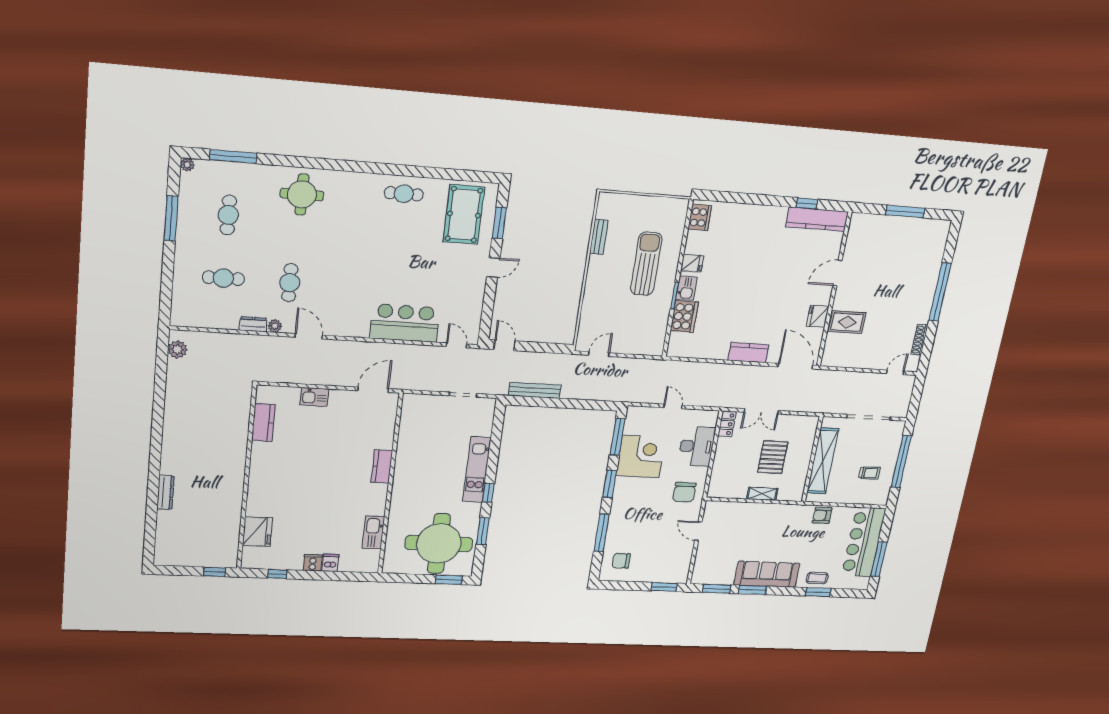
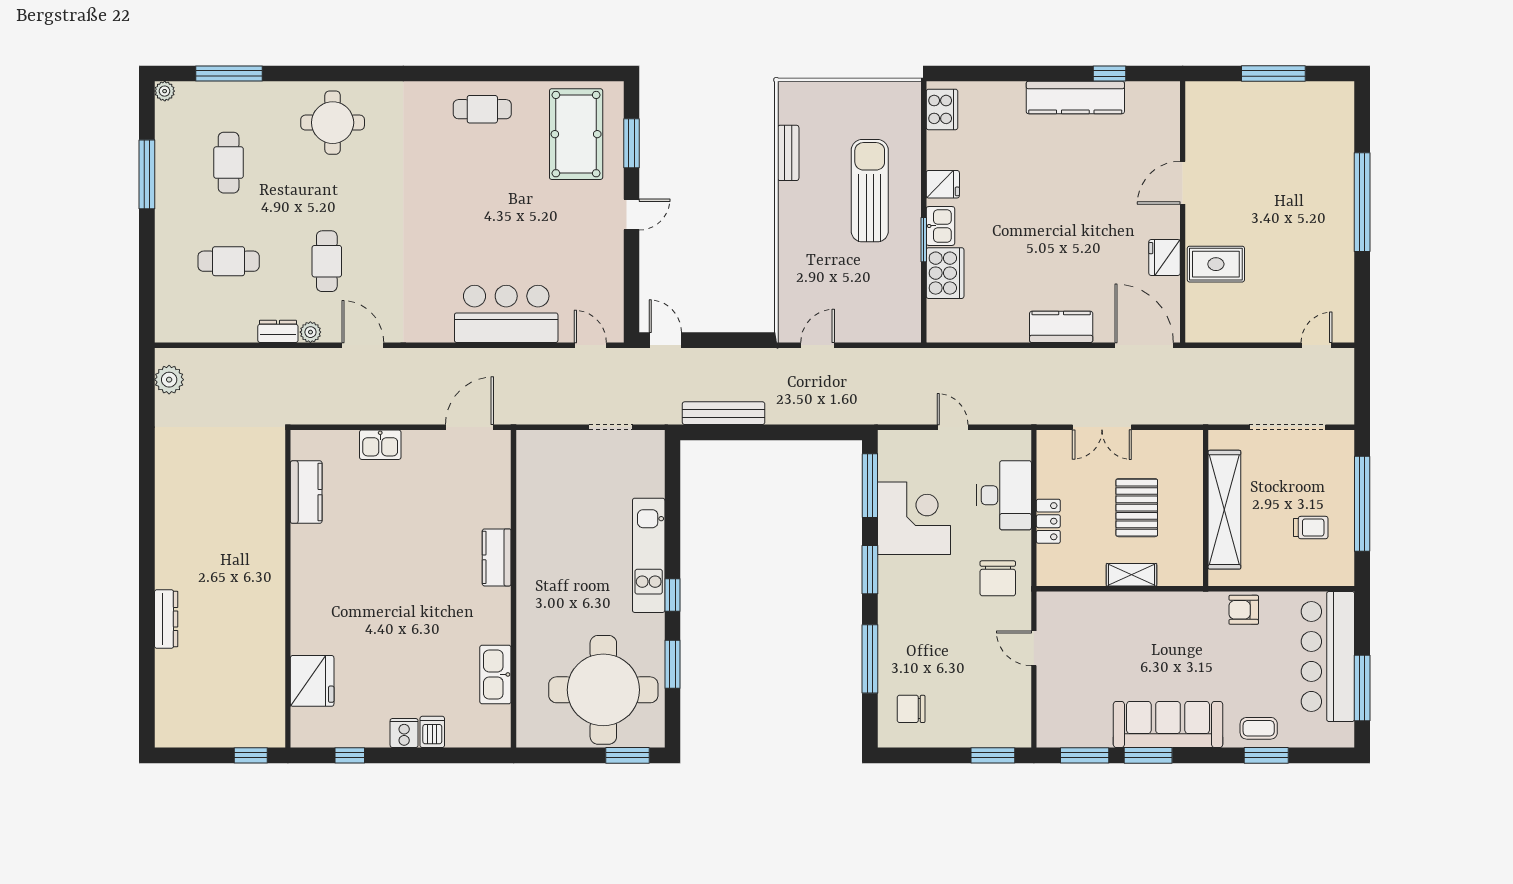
kitchen counter: (817, 219) -> (1075, 97), moved
shoe rack: (919, 340) -> (1345, 286), removed
locker: (727, 424) -> (1048, 521), moved

